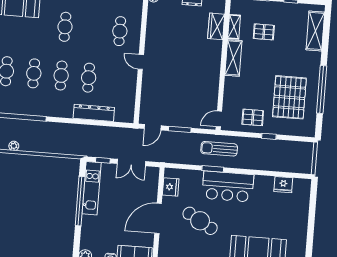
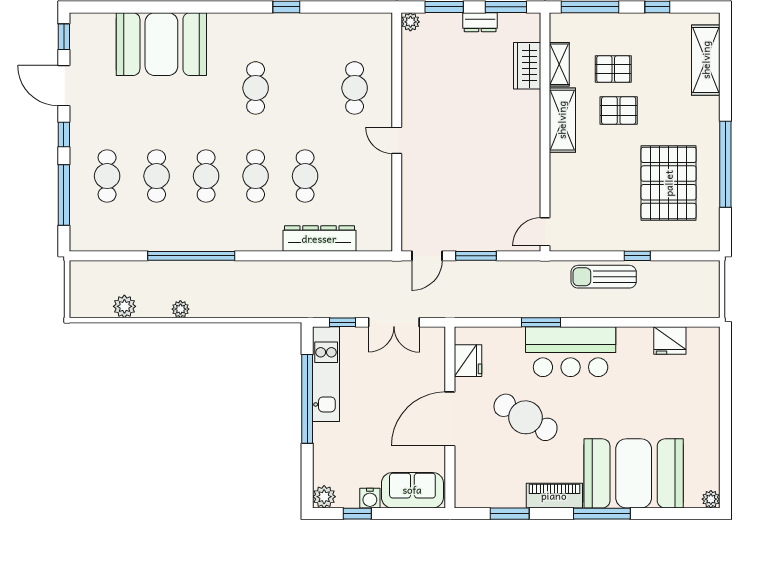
pallet: (253, 117) -> (619, 111), moved
sun lounger: (219, 149) -> (604, 277), moved

